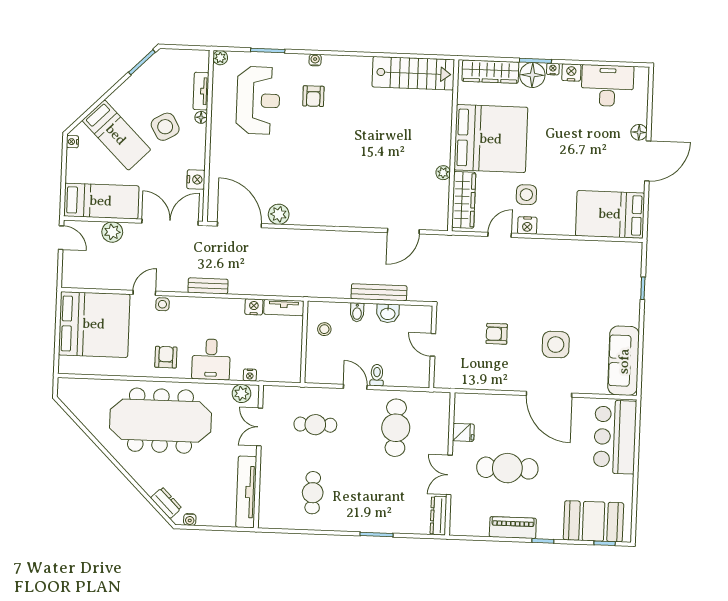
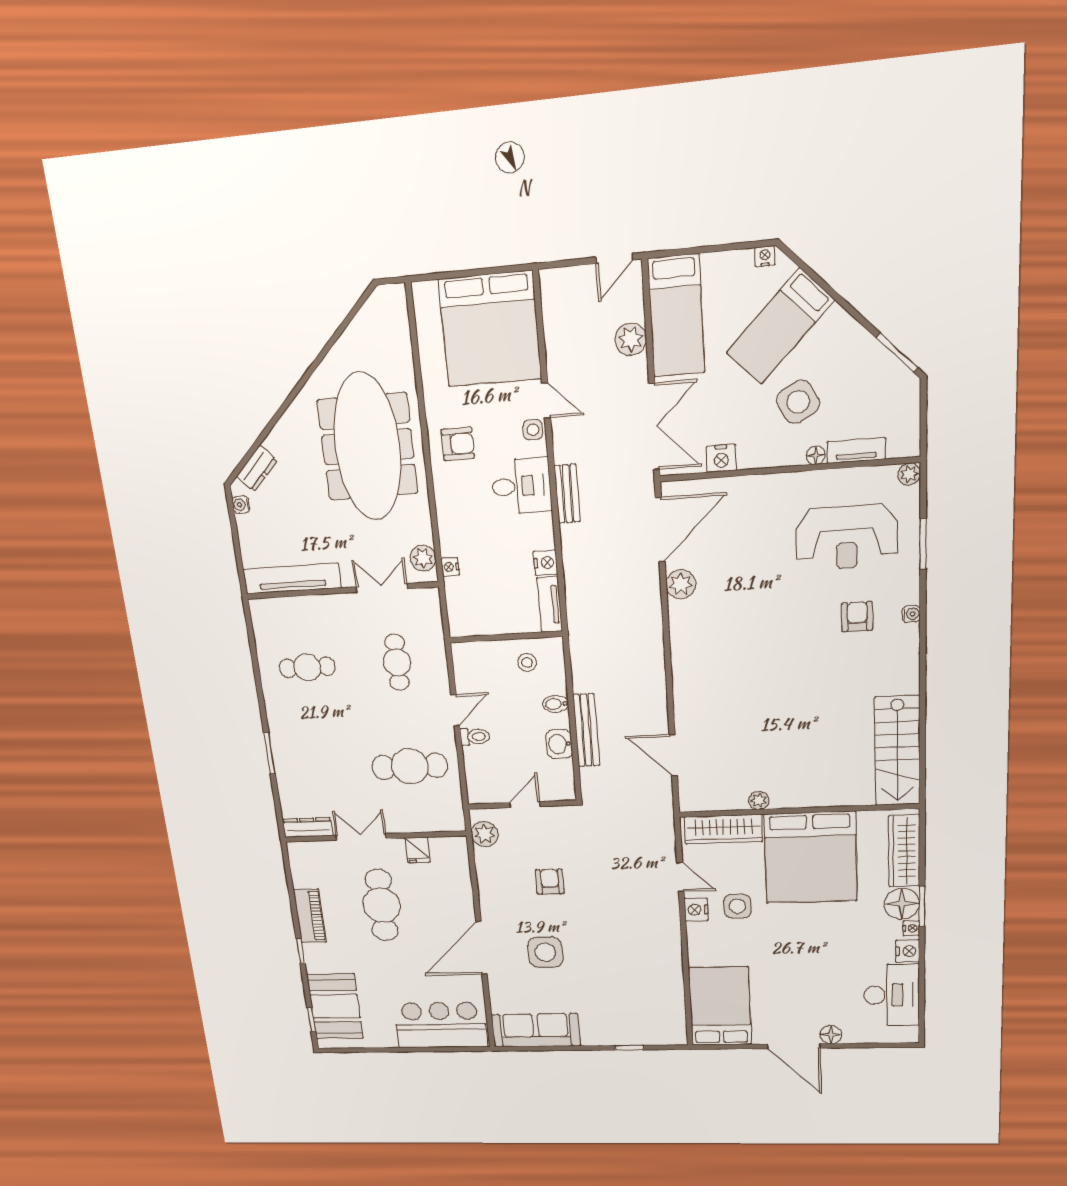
armchair: (313, 96) -> (857, 617), turned 90
desk: (211, 359) -> (521, 486), moved, turned 180
plant: (454, 379) -> (484, 834), added

